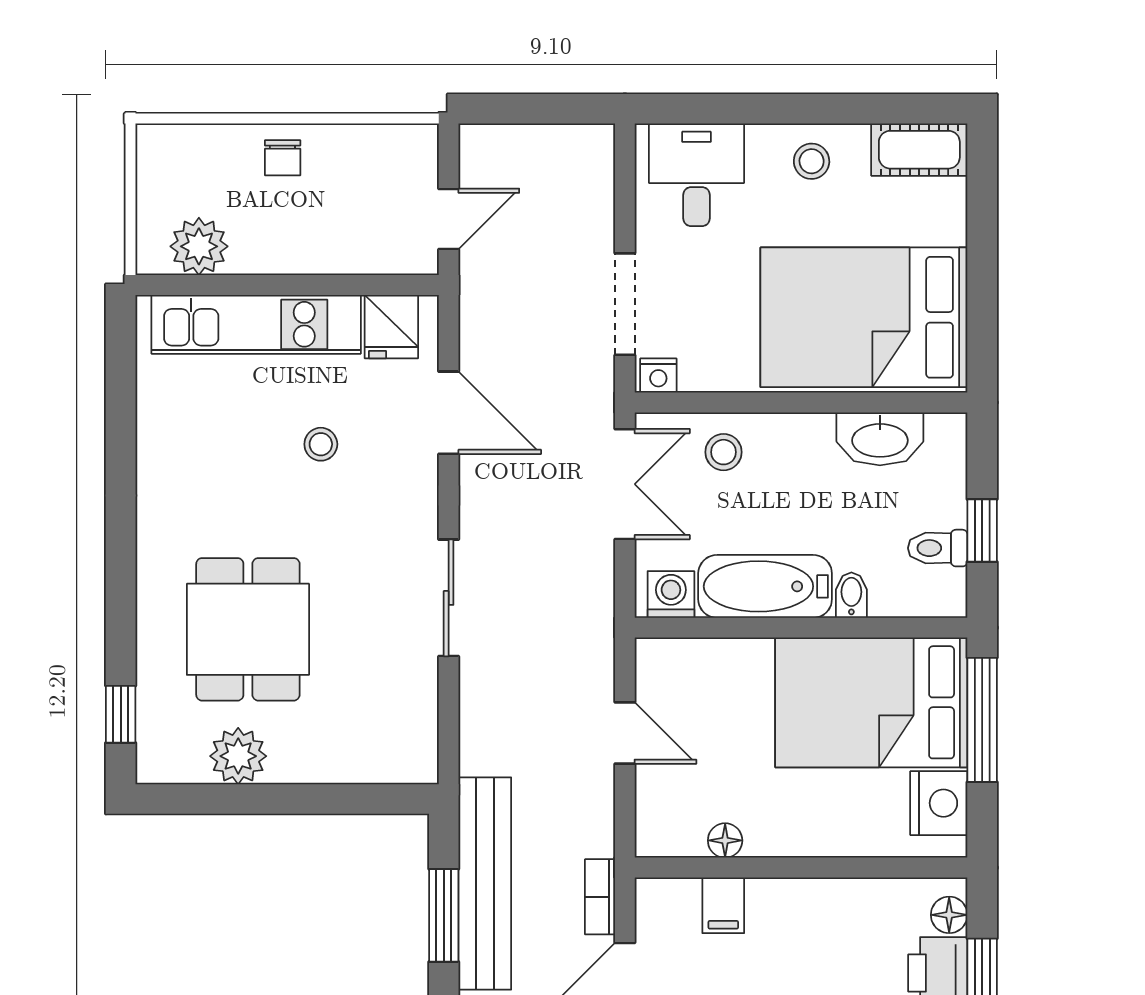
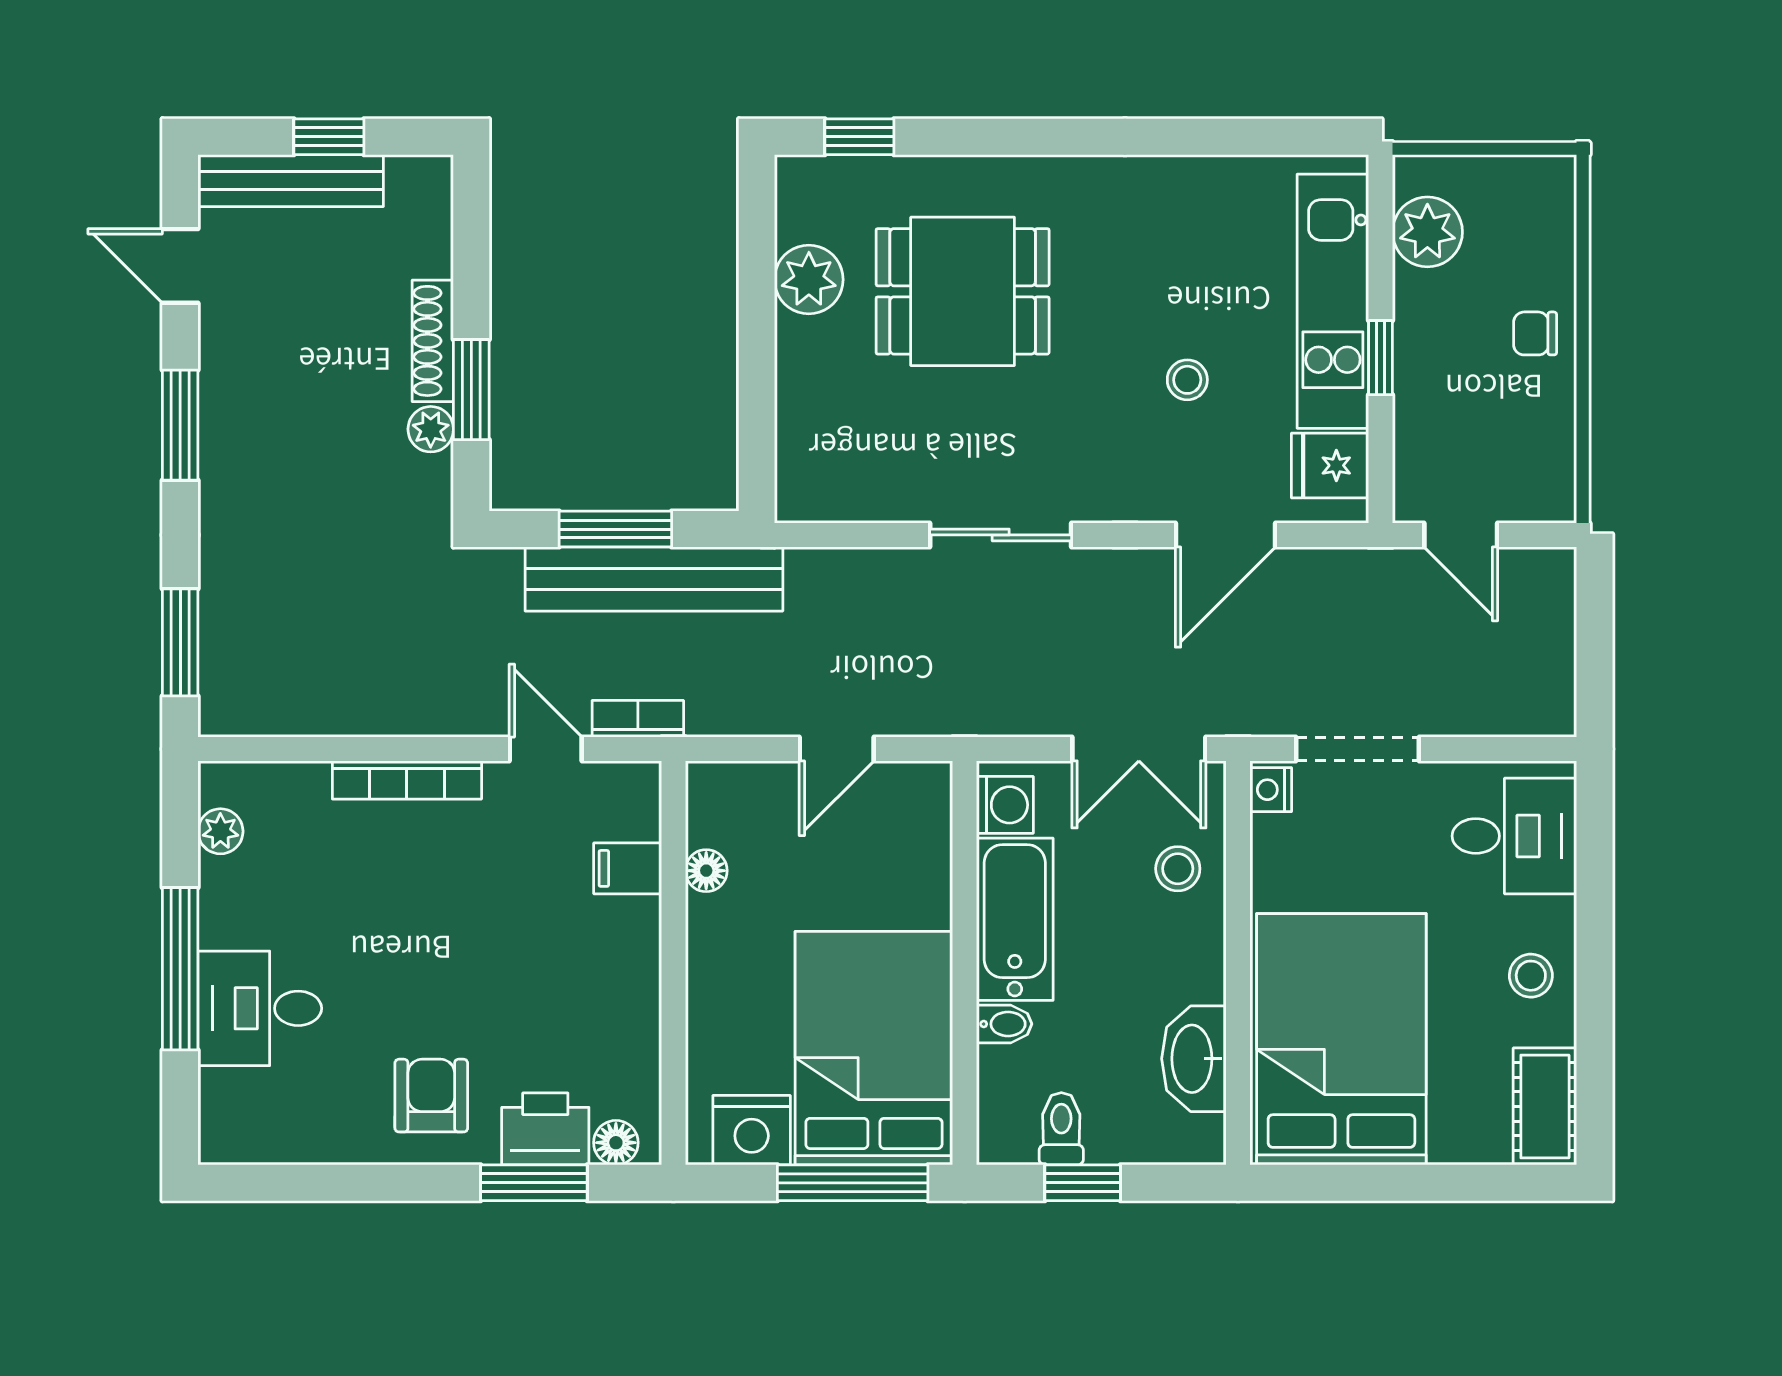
window: (303, 285) -> (1381, 358), added

